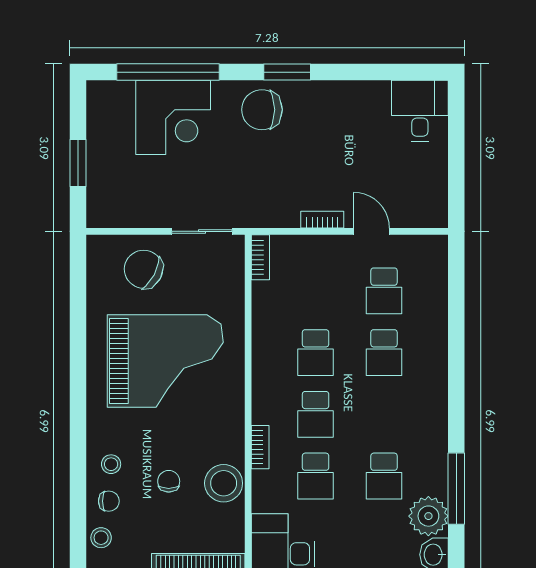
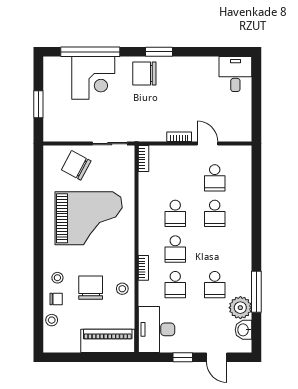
chair: (169, 481) -> (91, 288), width x1.87, depth x1.87
stool: (224, 483) -> (122, 289), width x0.53, depth x0.53

